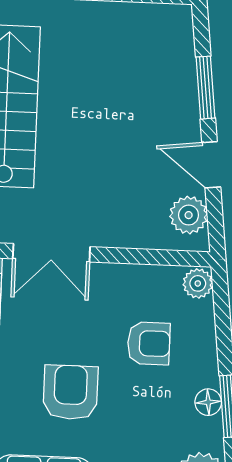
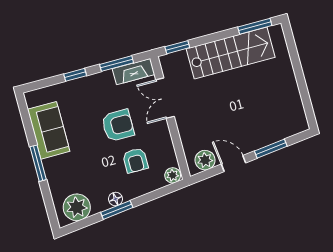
door: (211, 165) -> (233, 163), hinge flipped
armchair: (71, 392) -> (118, 125), moved

